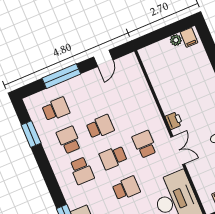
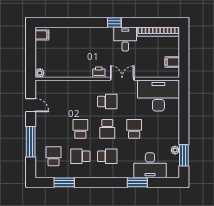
plant: (176, 40) -> (40, 73), moved
school desk: (145, 144) -> (107, 101), turned 180

